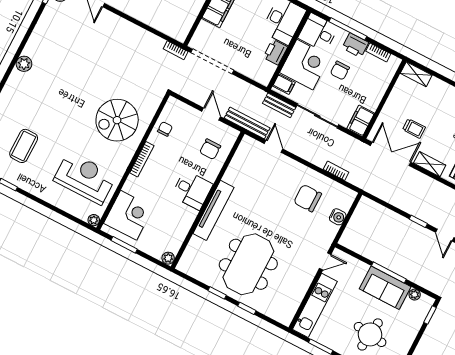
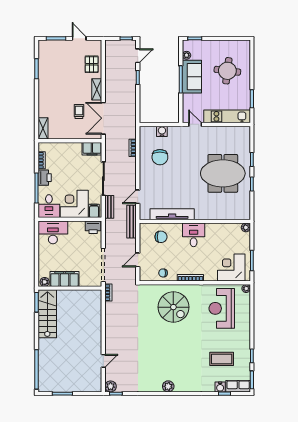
printer: (275, 52) -> (93, 227), moved
chair: (340, 70) -> (66, 179), removed
door: (211, 114) -> (138, 260), moved
tv unit: (213, 210) -> (172, 214), moved

